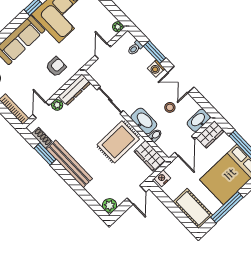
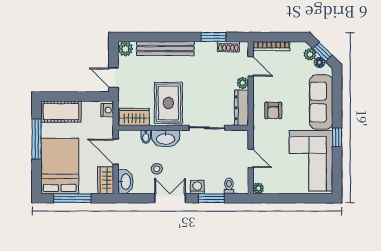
bench: (69, 164) -> (165, 49), moved

